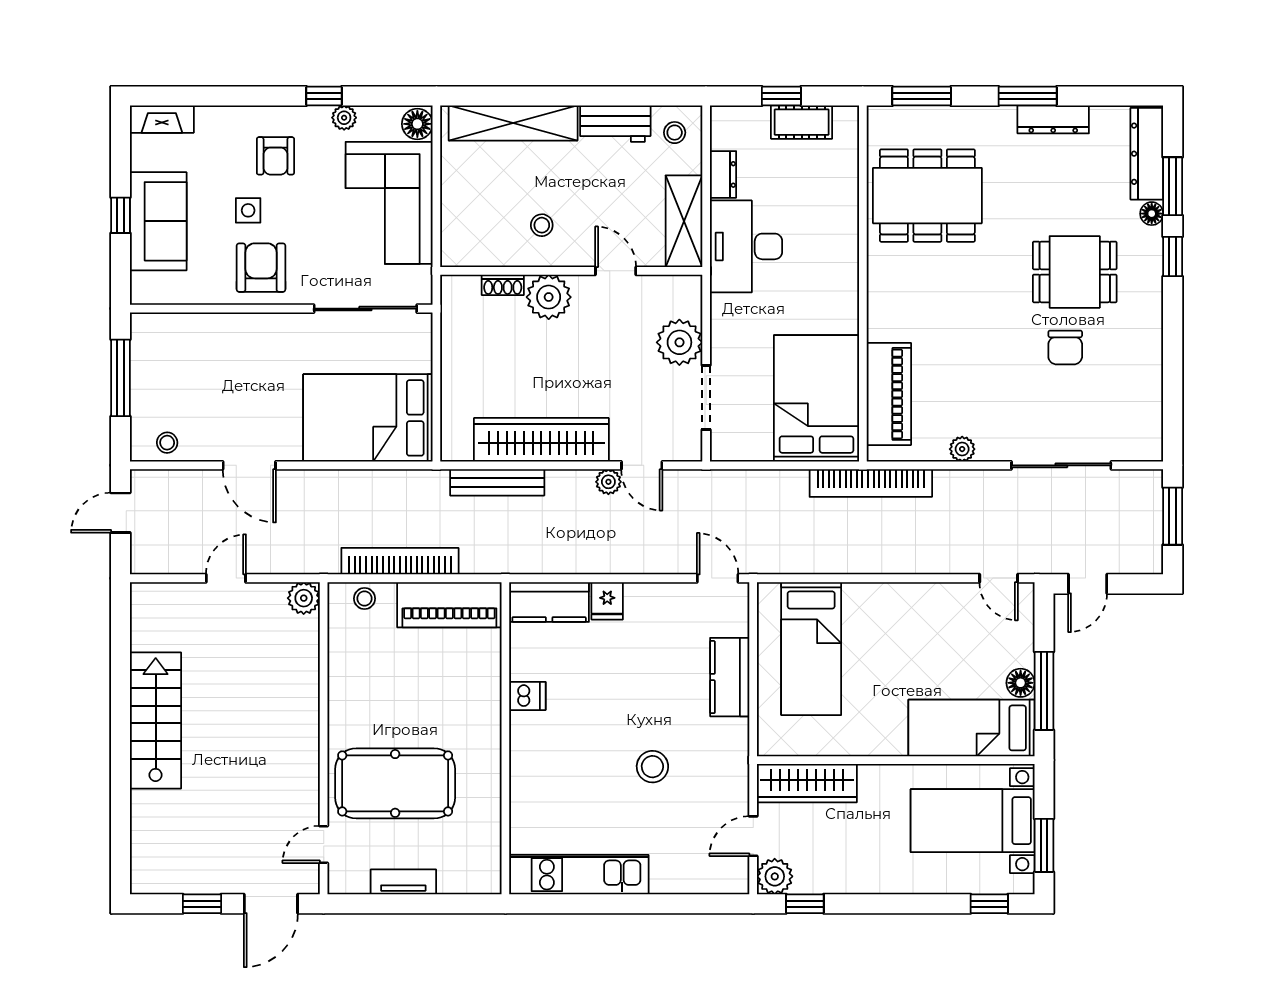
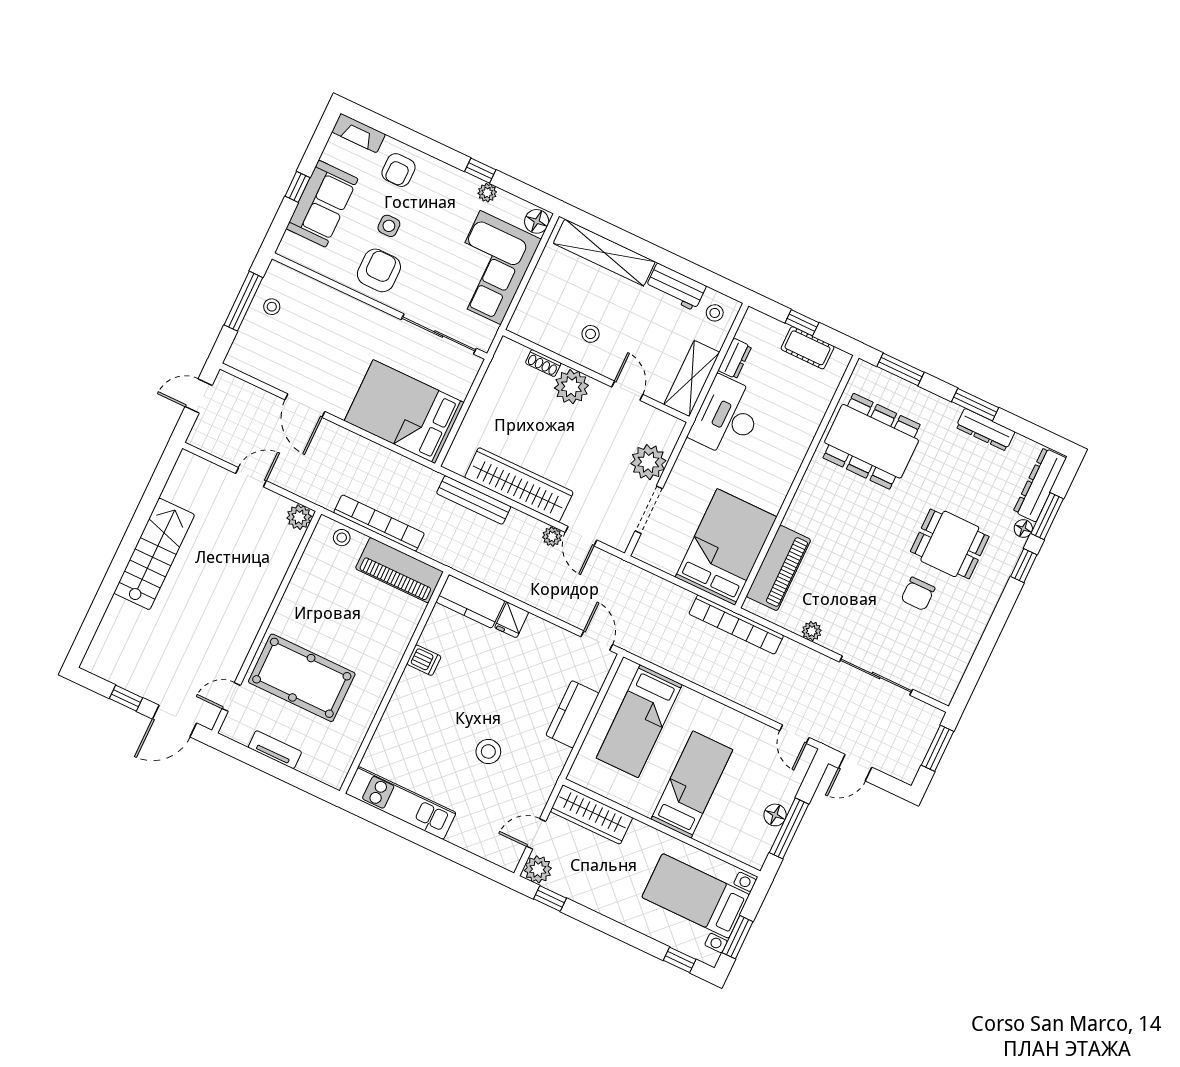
armchair: (275, 156) -> (398, 170), moved
stool: (167, 443) -> (272, 307), moved
bed: (972, 728) -> (692, 785), moved, turned 90

